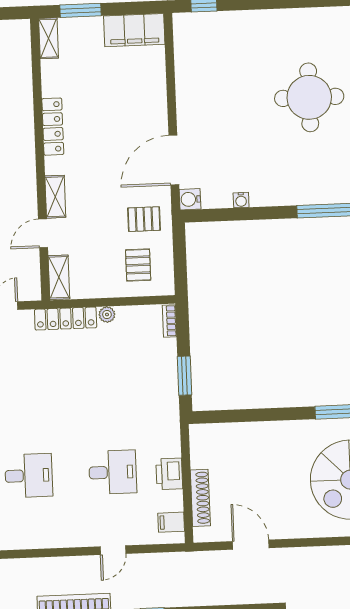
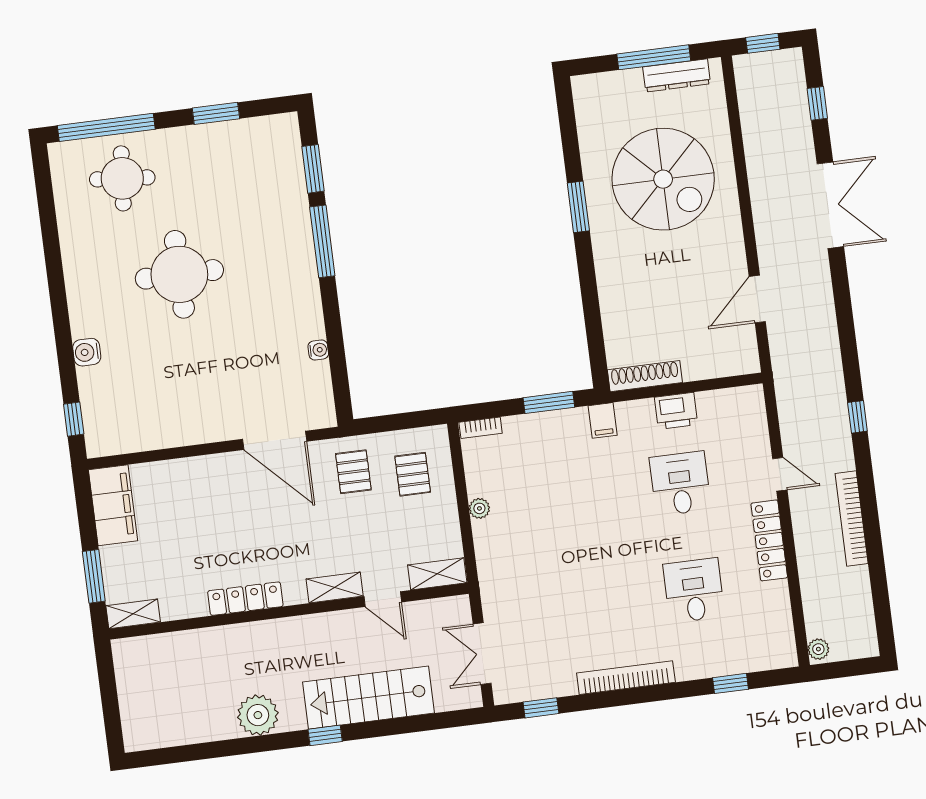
water cooler: (190, 199) -> (87, 352), moved, turned 90
pallet: (138, 265) -> (413, 474), turned 90
locker: (66, 319) -> (769, 540), moved, turned 180
shoe rack: (200, 498) -> (645, 376), moved
filing cabinet: (171, 522) -> (603, 420), moved

